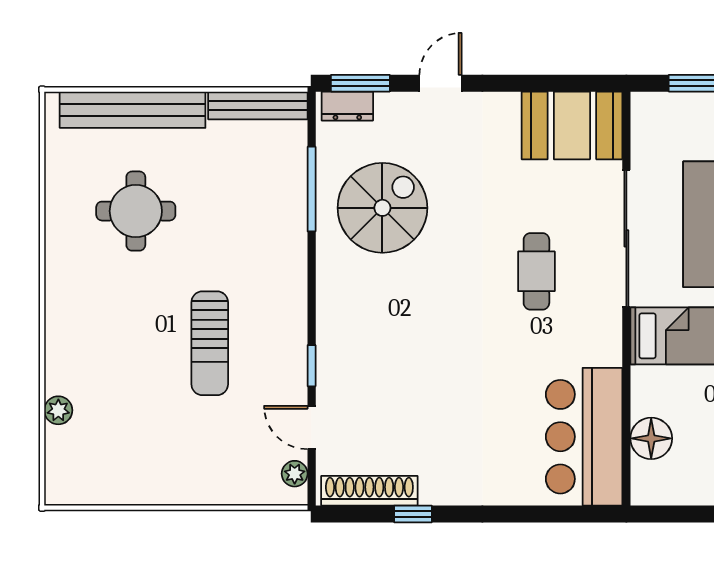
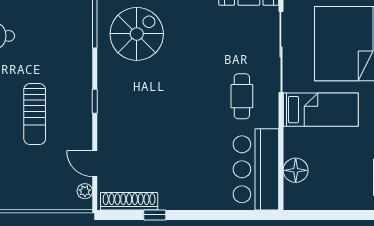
cafe table: (536, 271) -> (242, 96), moved
window: (312, 366) -> (95, 101), moved

